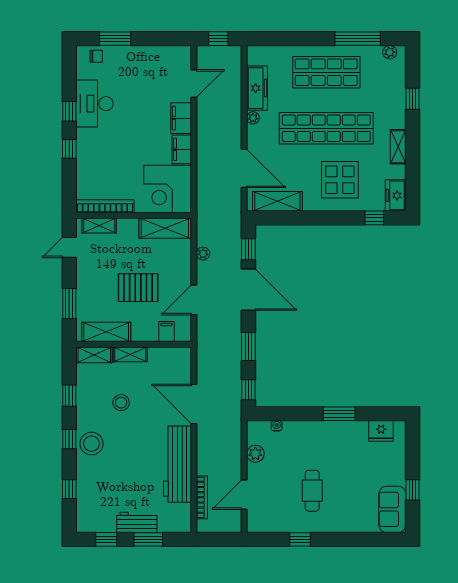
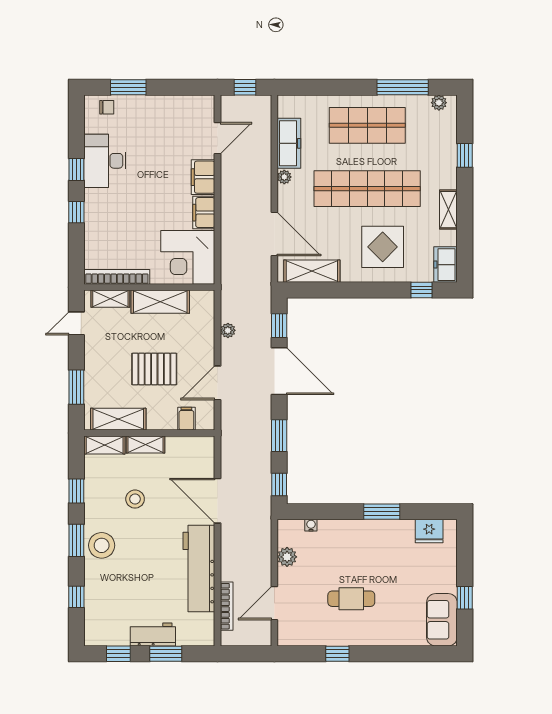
shelving: (165, 228) -> (160, 302), moved
window: (69, 439) -> (76, 540), width x1.50
cafe table: (312, 491) -> (351, 599), turned 90

